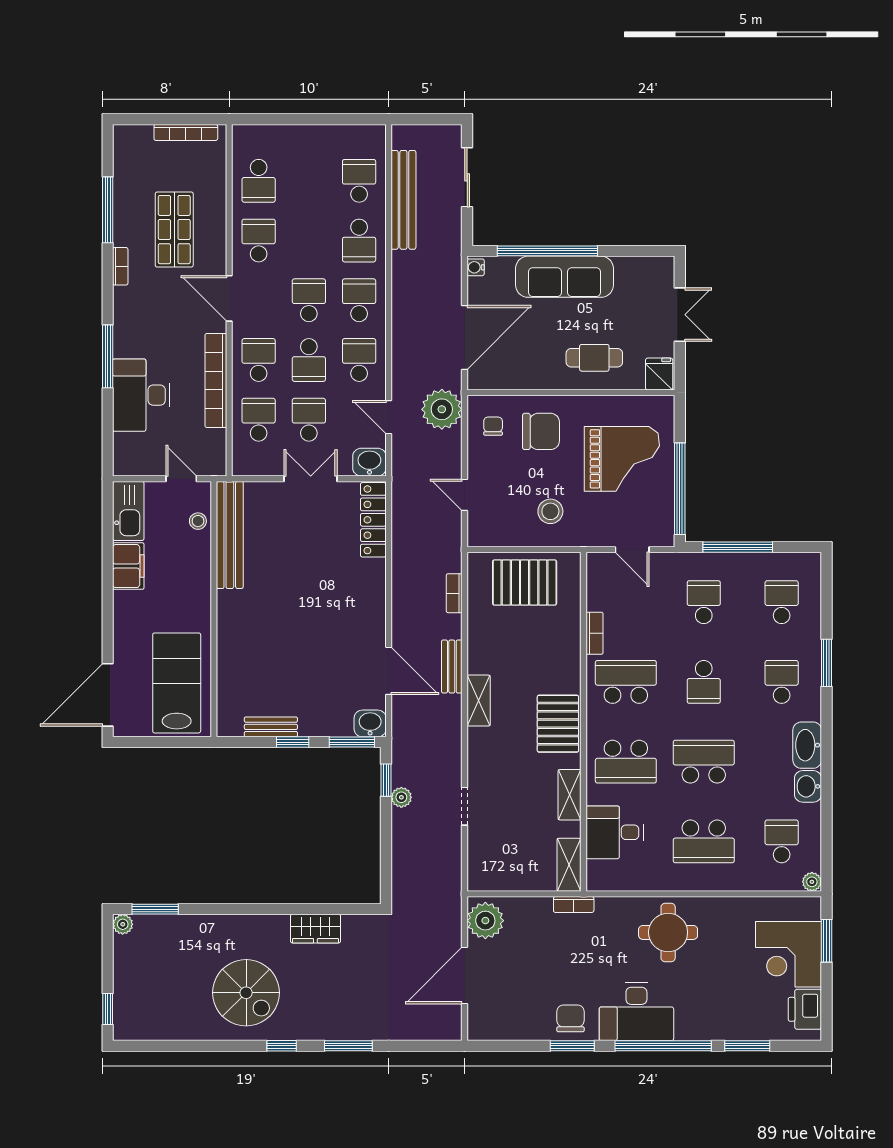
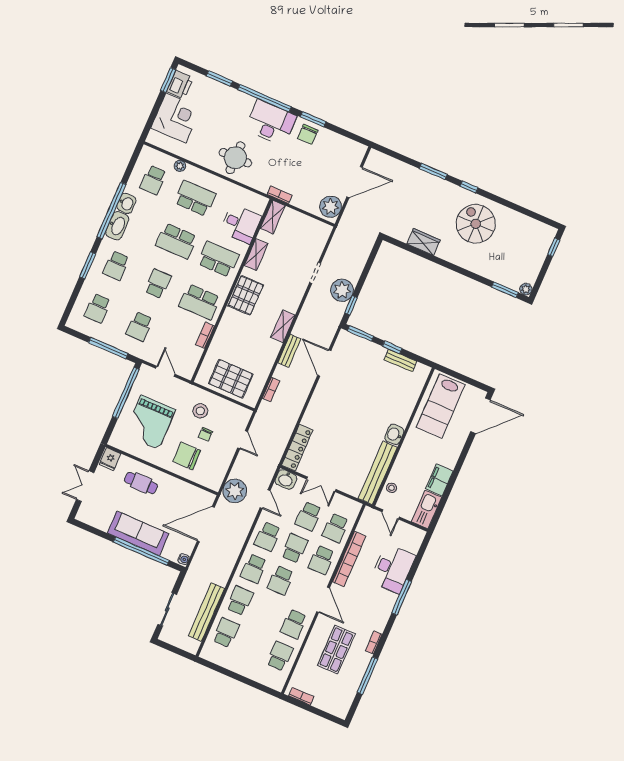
bookcase: (186, 132) -> (301, 696), width x0.64
school desk: (359, 181) -> (226, 633), turned 180
chair: (493, 426) -> (205, 434), moved
grand piano: (622, 459) -> (150, 422), turned -90
washbasin: (370, 723) -> (394, 434), moved, turned 90
window: (827, 765) -> (111, 211), added
plant: (401, 797) -> (342, 290), width x1.87, depth x1.87
plant: (812, 882) -> (180, 166), moved
window: (827, 941) -> (168, 80), moved

